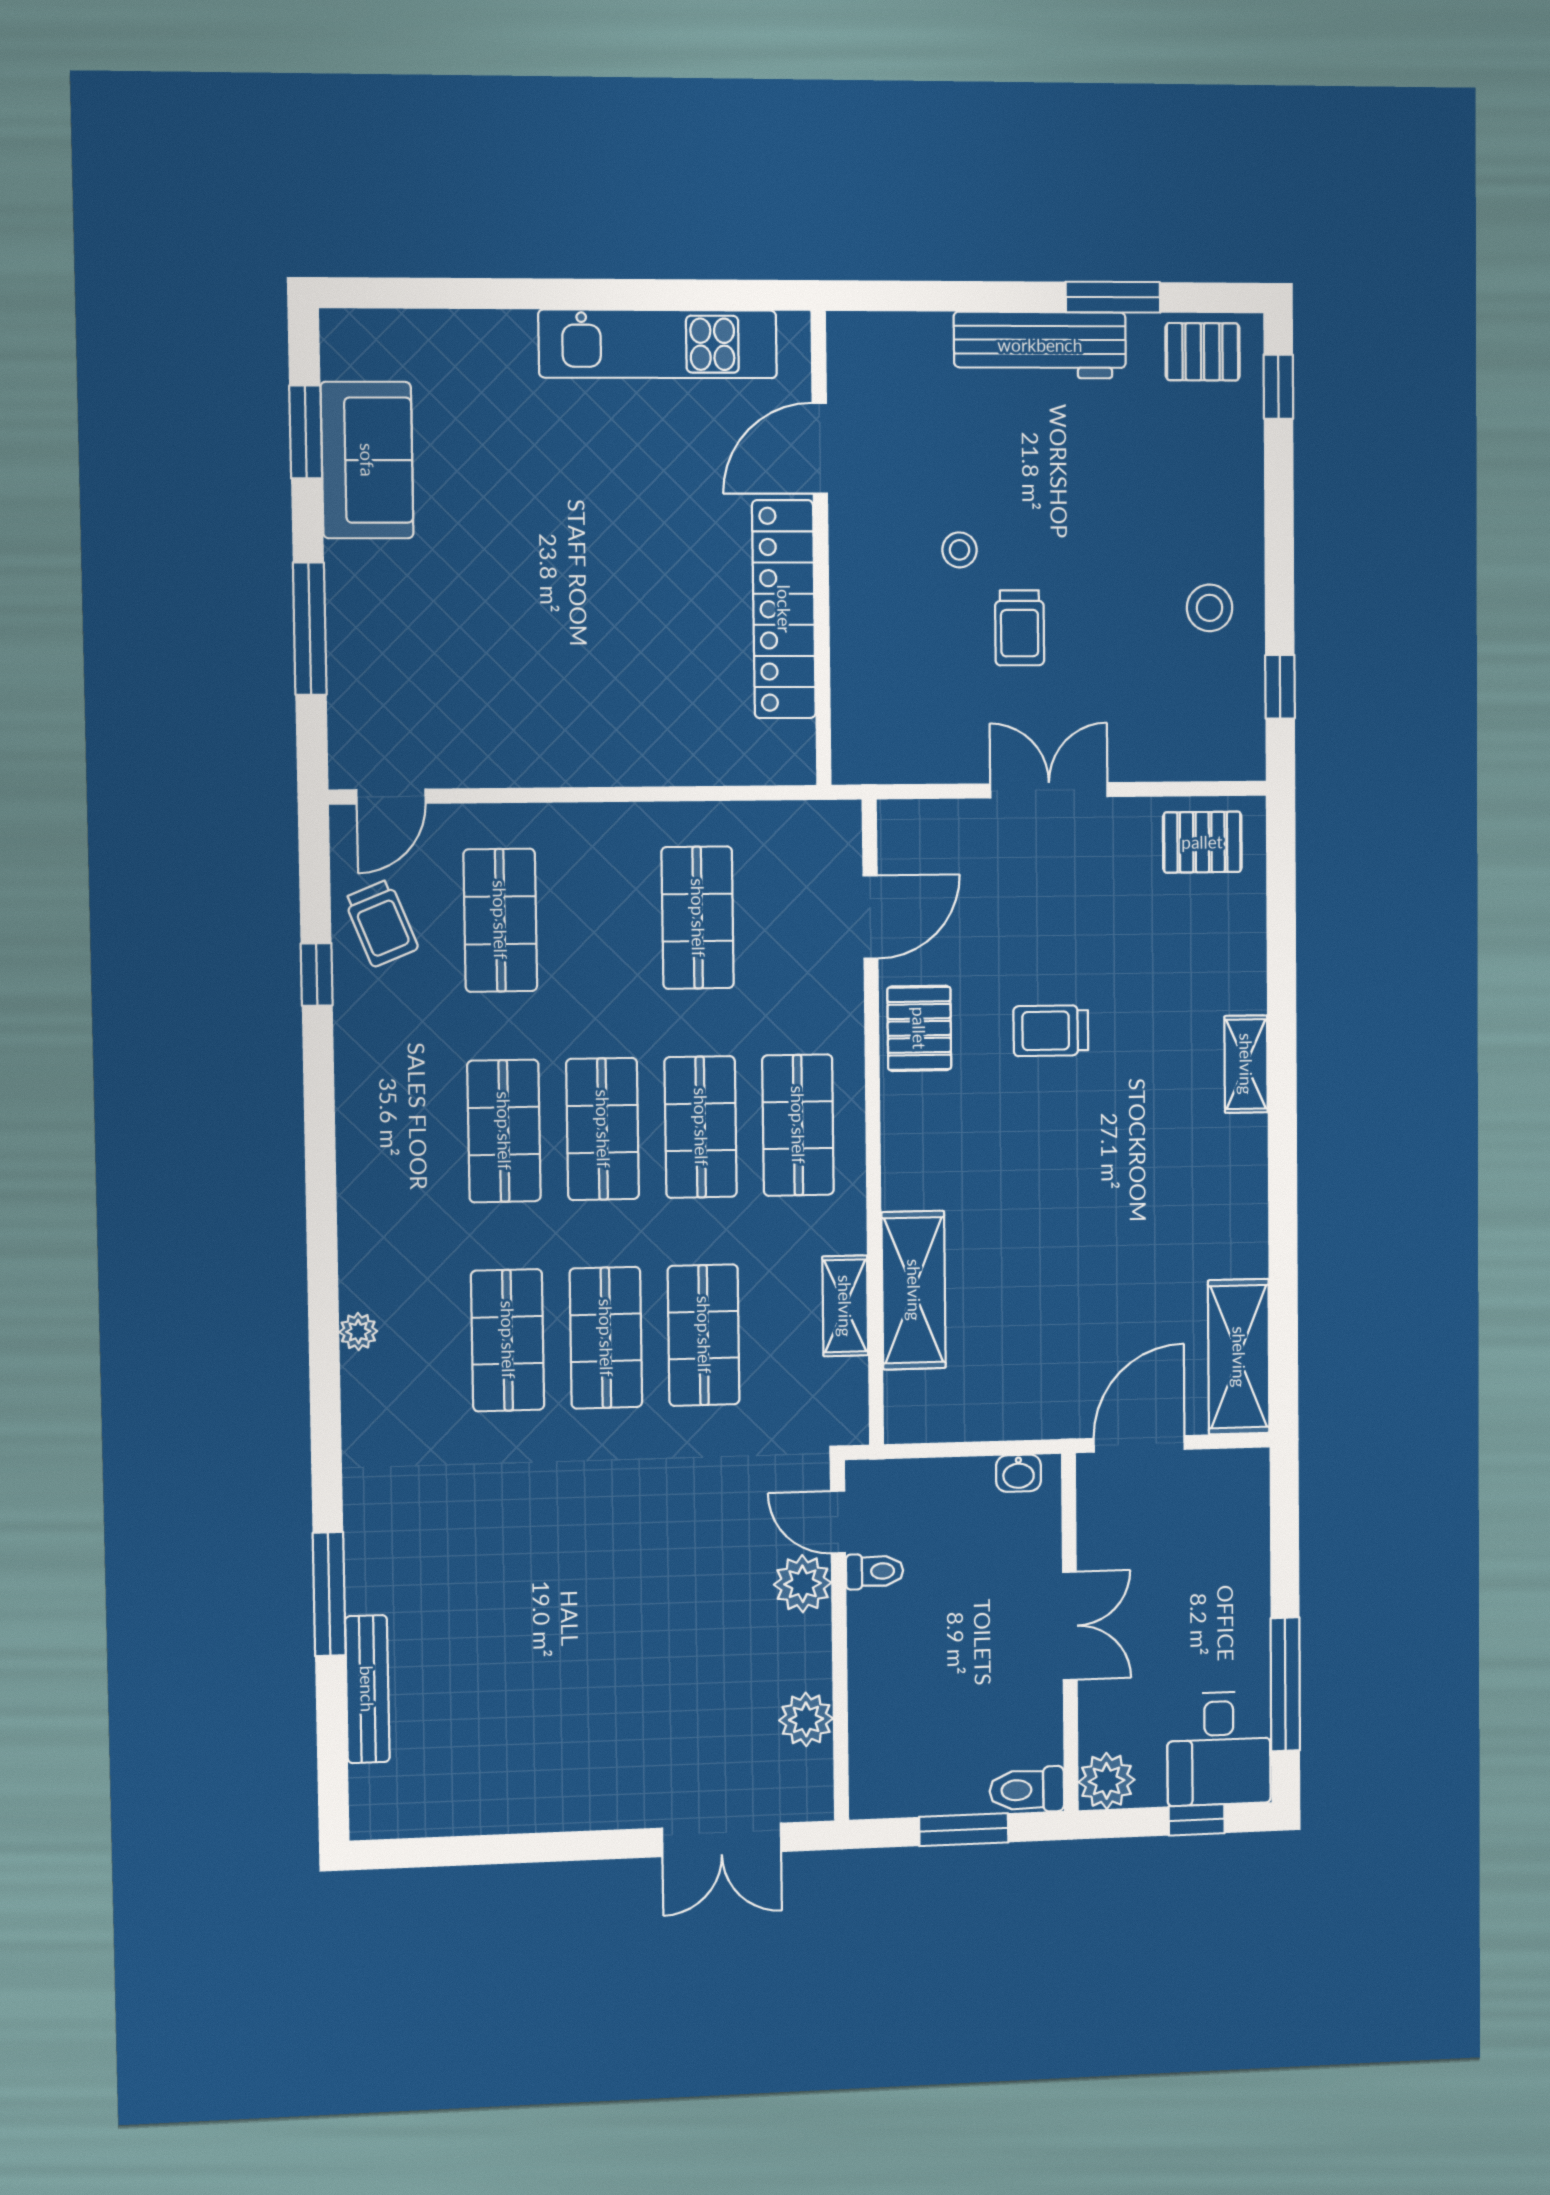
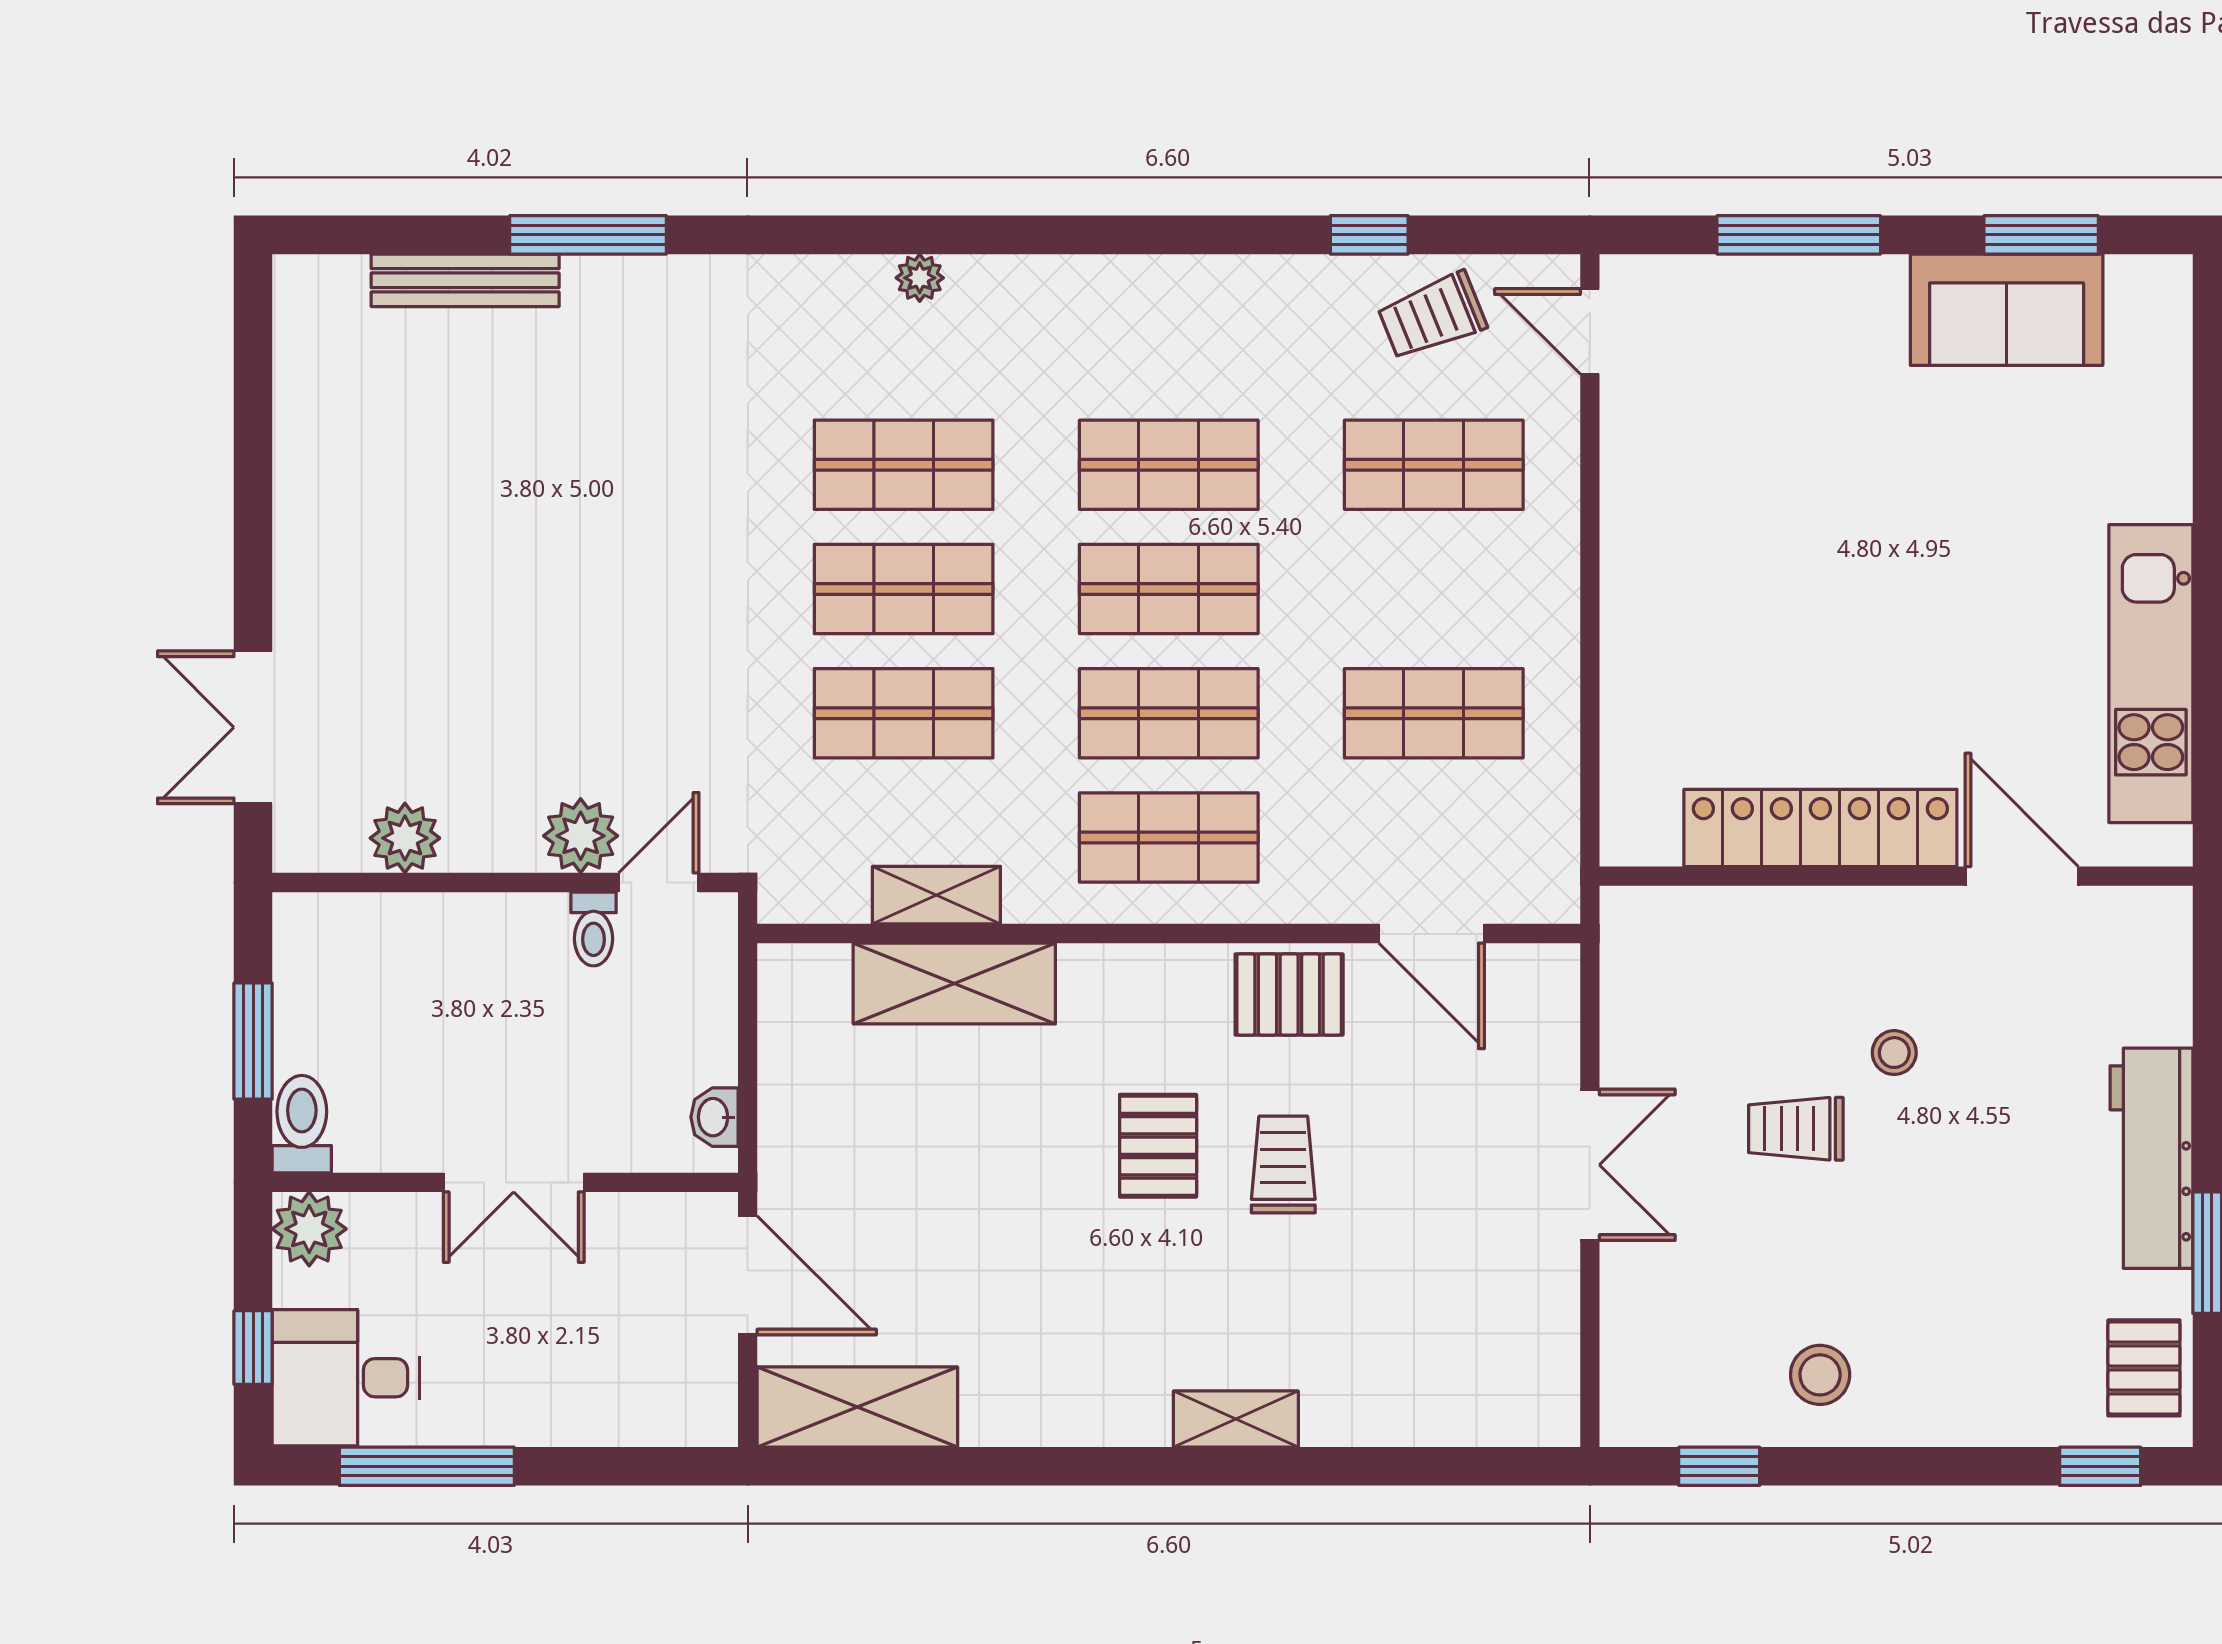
pallet: (1202, 842) -> (1158, 1146), moved

